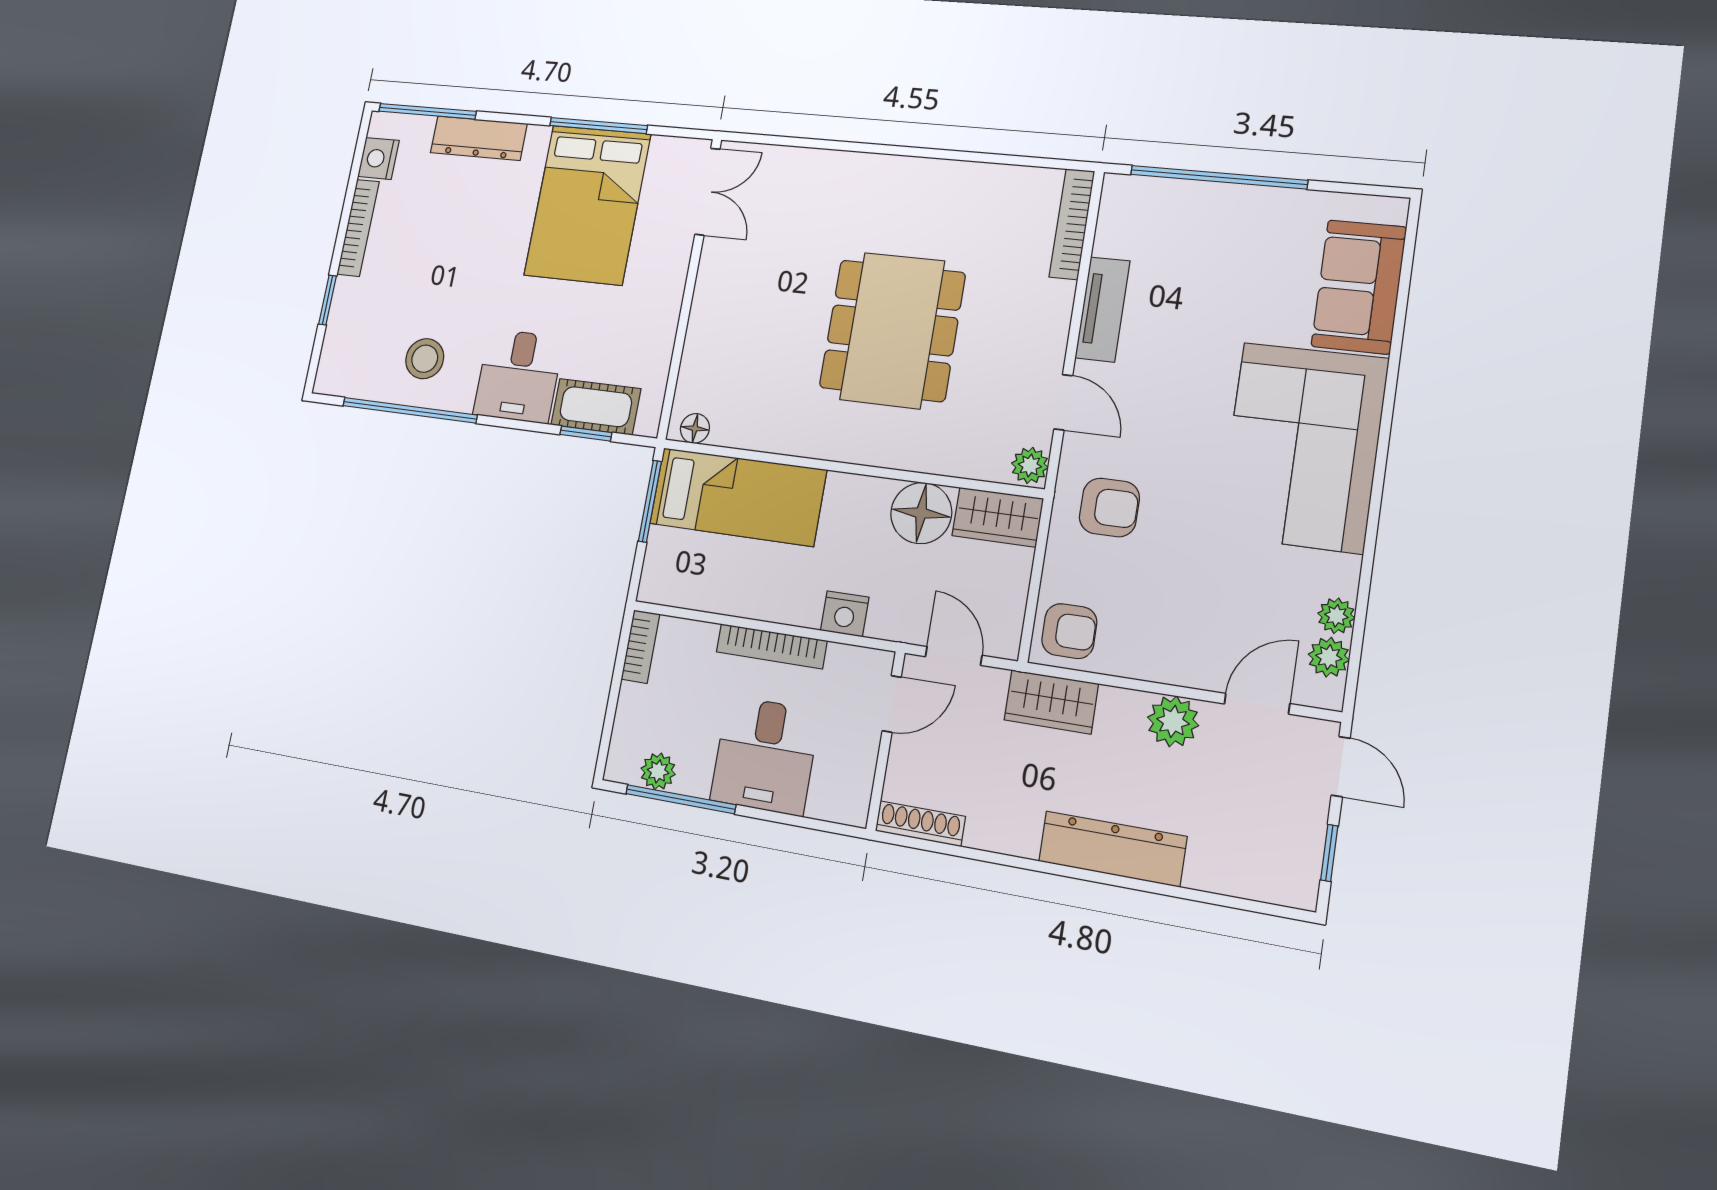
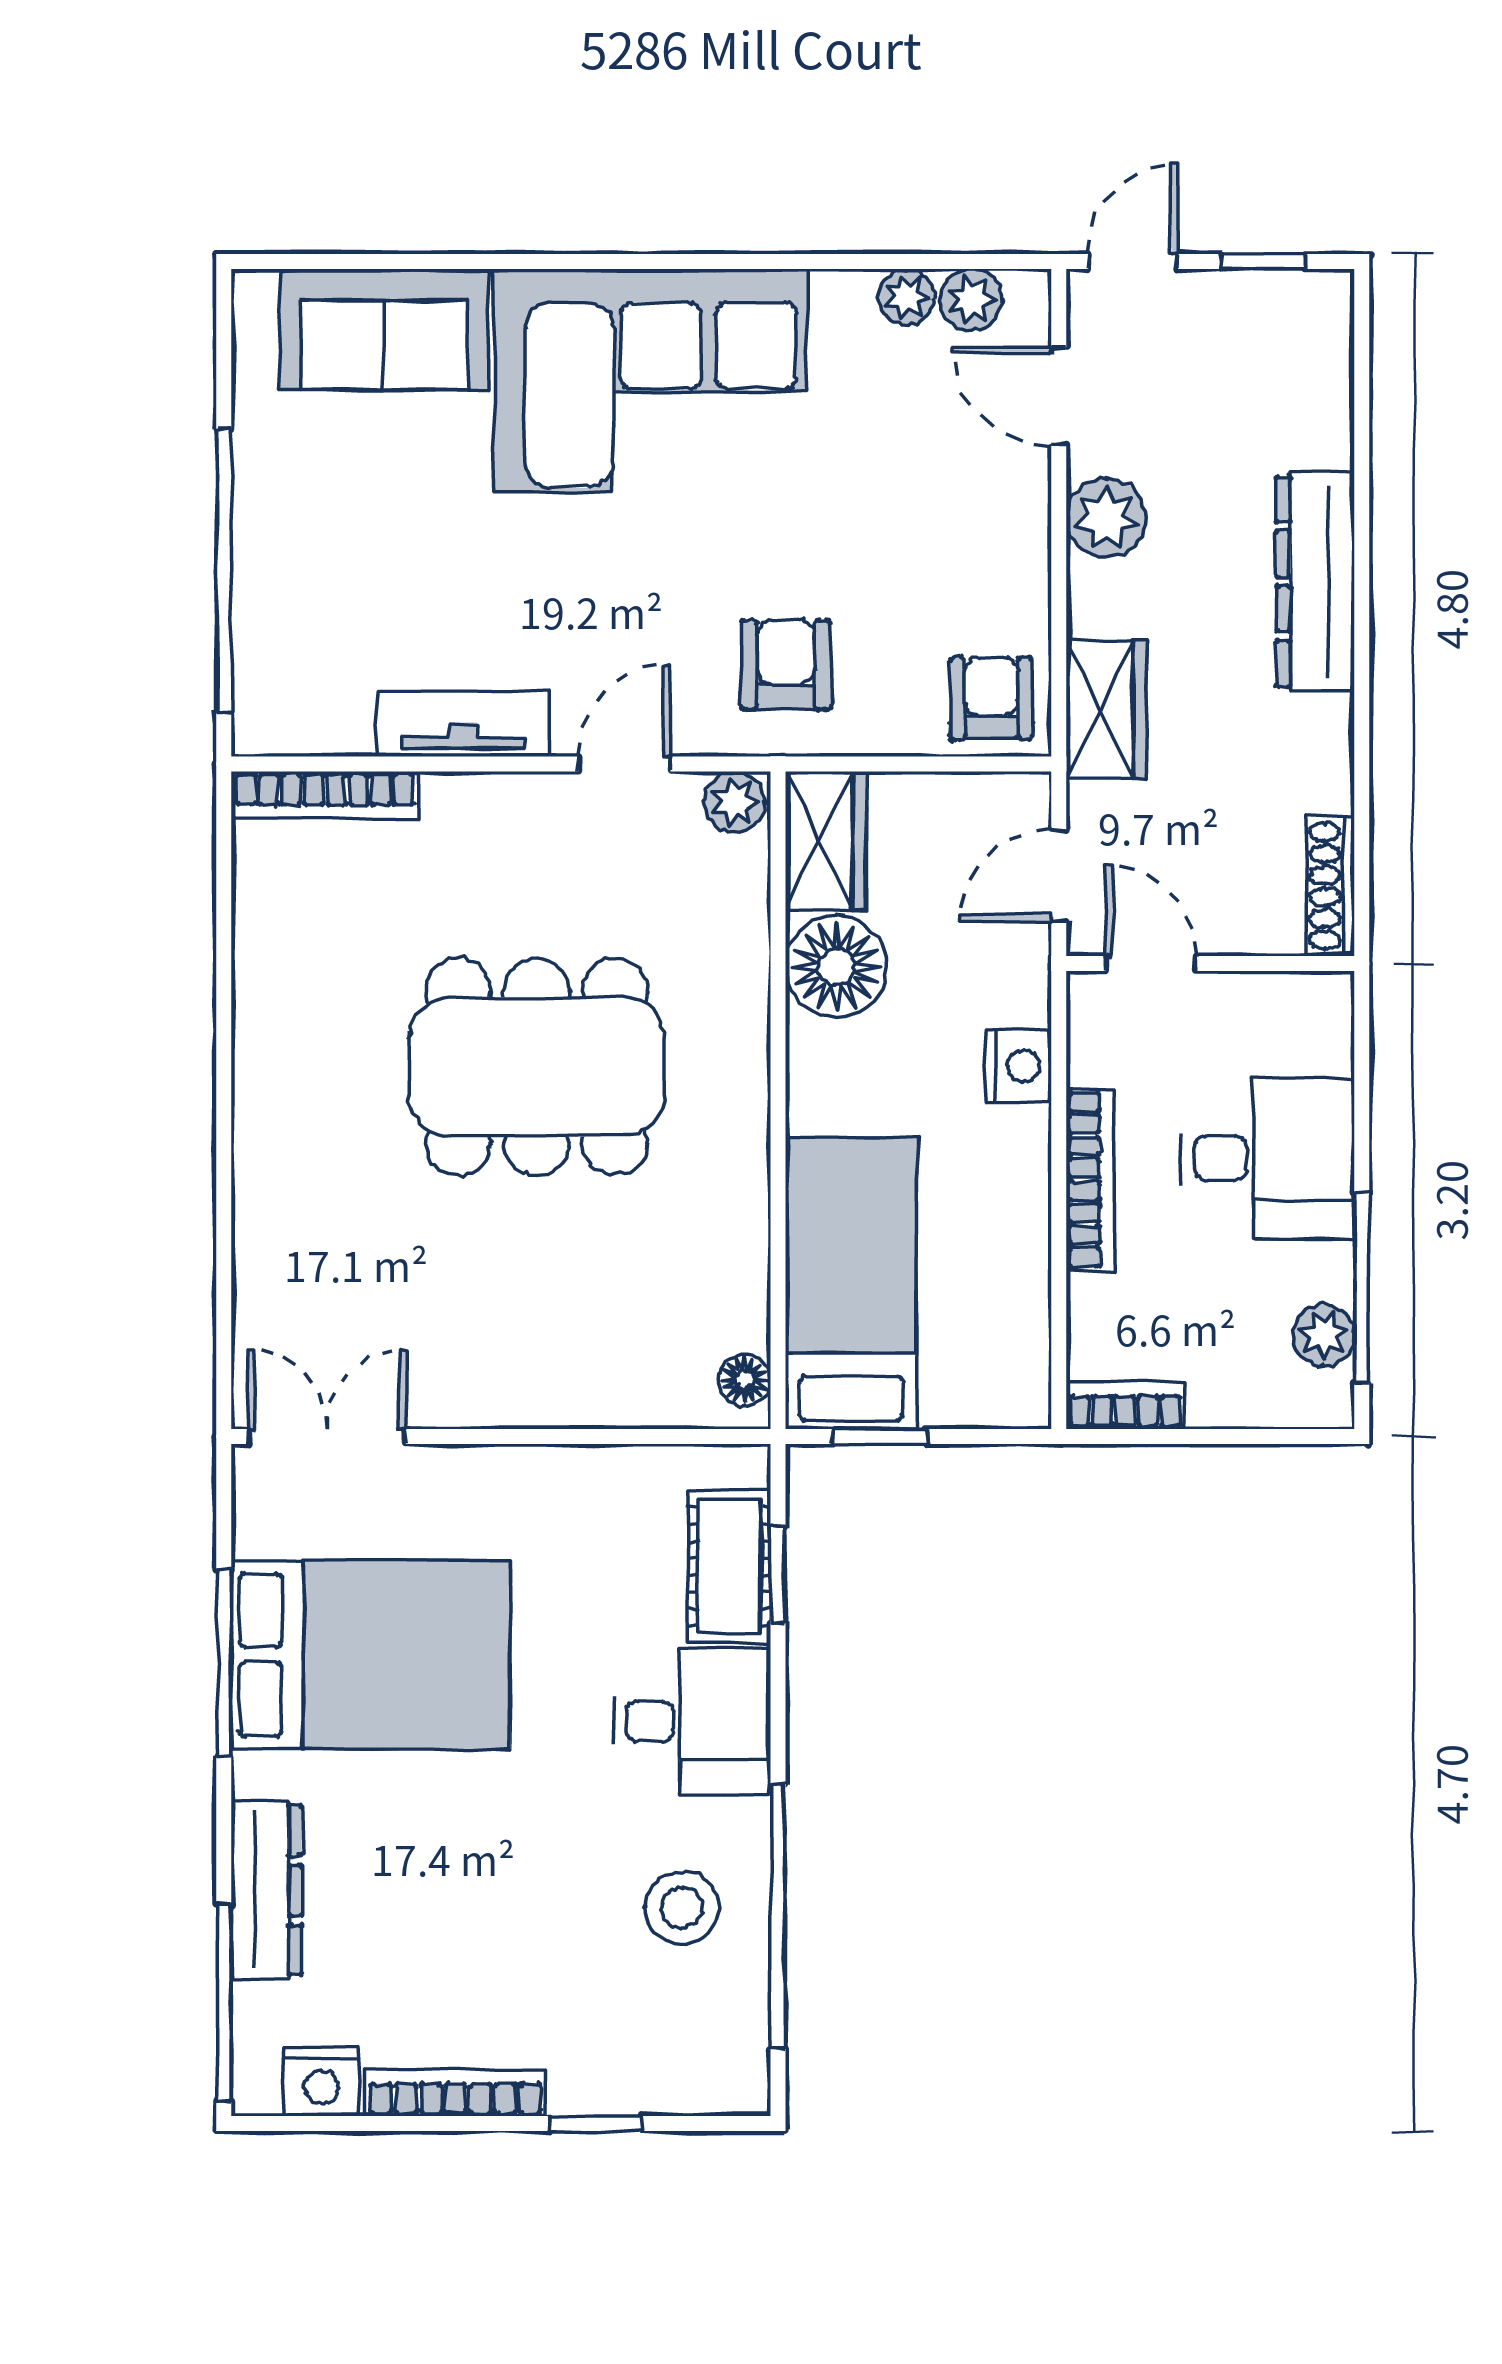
window: (650, 501) -> (879, 1436), width x0.67

